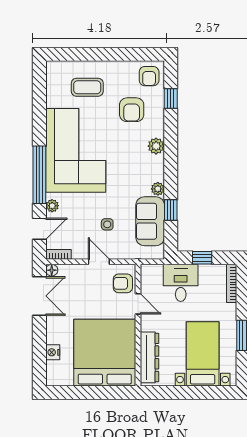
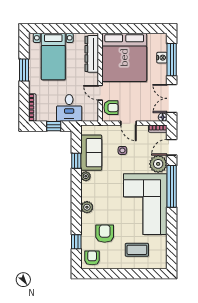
plant: (52, 206) -> (158, 164), width x1.88, depth x1.88
window: (39, 349) -> (172, 60), added

